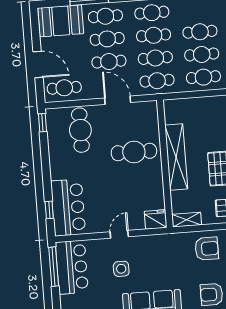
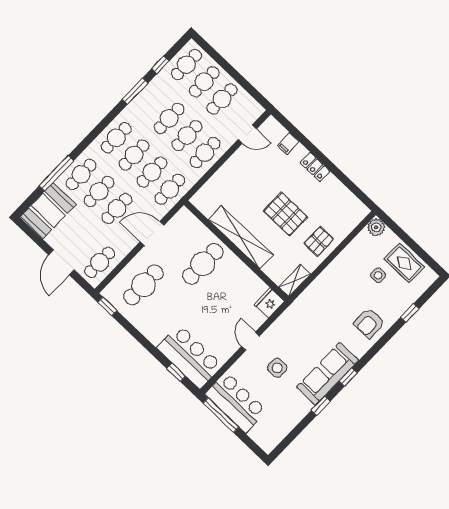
door: (38, 64) -> (61, 262), swing flipped
cafe table: (80, 130) -> (143, 285), turned 90
armchair: (207, 249) -> (332, 289), removed

